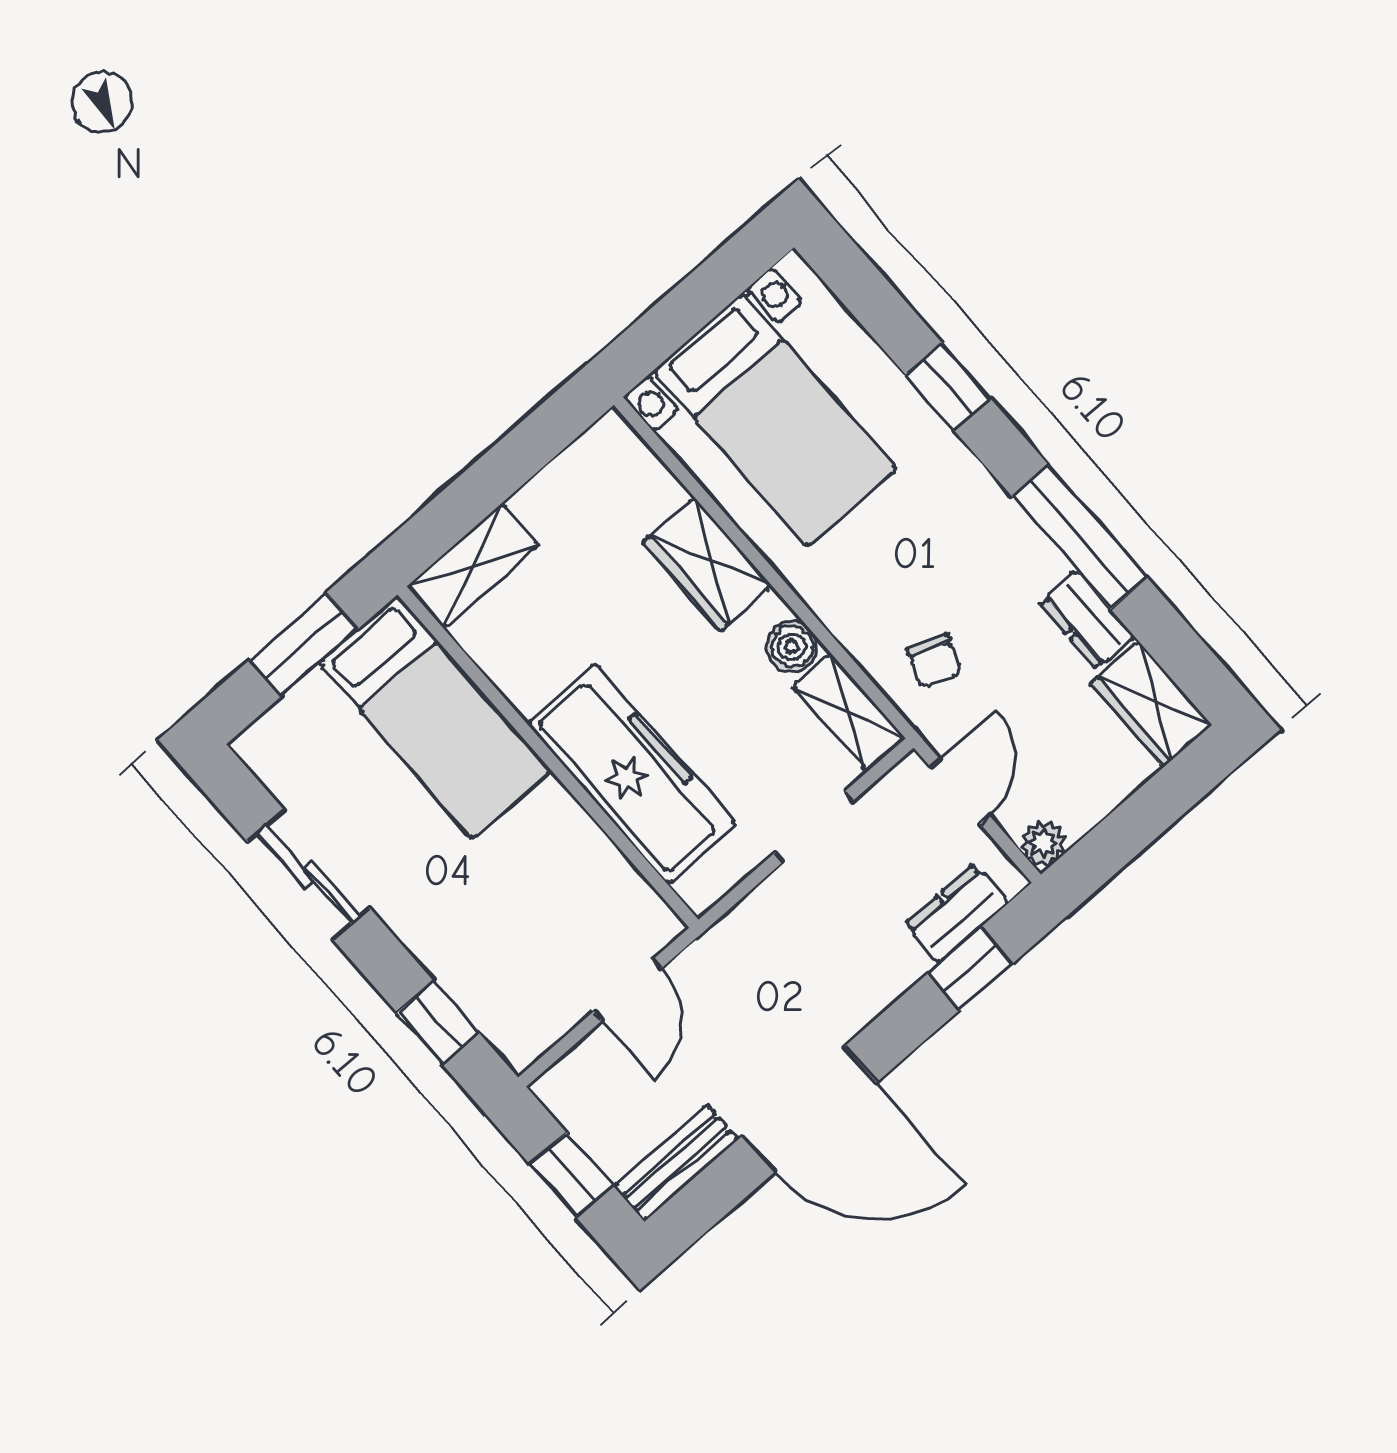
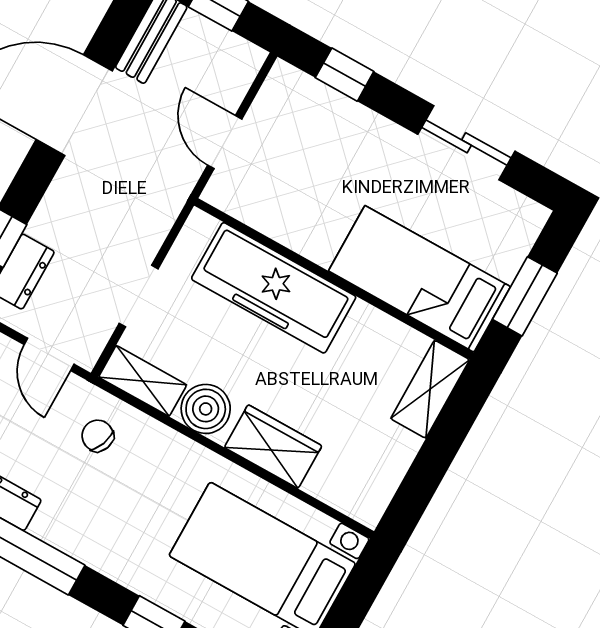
boiler: (792, 647) -> (206, 409), width x1.36, depth x1.36

